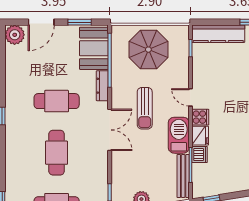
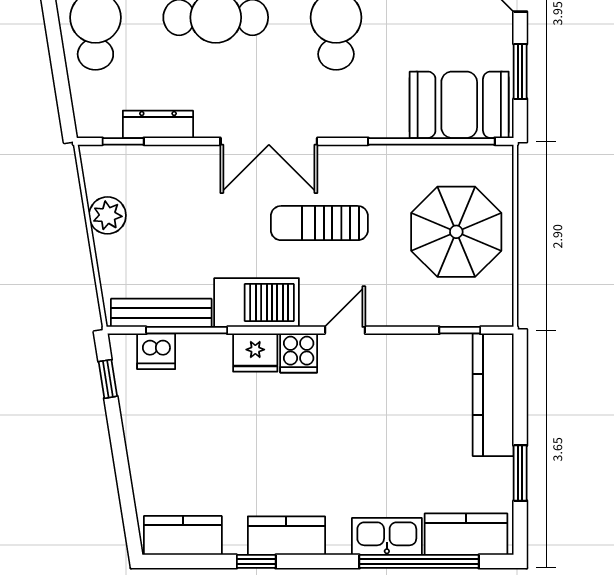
dresser: (102, 86) -> (158, 124), moved
dishwasher: (200, 155) -> (156, 351), moved

